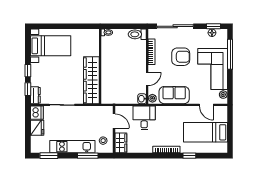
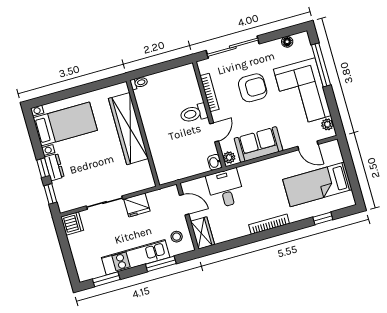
window: (213, 26) -> (287, 32), removed
toilet: (137, 34) -> (194, 113), moved
wardrobe: (91, 80) -> (128, 129), moved
dresser: (35, 95) -> (54, 167), moved
fridge: (37, 128) -> (137, 205), moved, turned 90
window: (189, 156) -> (323, 218), moved

